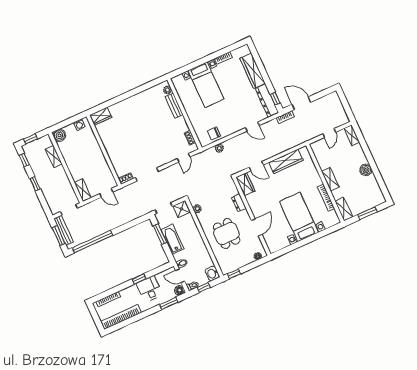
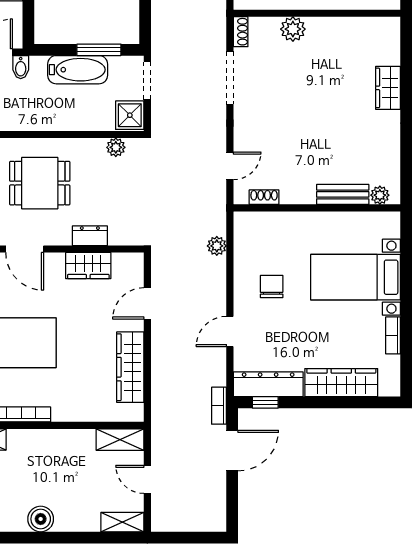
wardrobe: (101, 116) -> (388, 88), moved
chair: (214, 134) -> (272, 286), moved
plant: (115, 157) -> (293, 29), added
door: (183, 158) -> (230, 166), swing flipped
shelving: (330, 179) -> (120, 440), moved
wardrobe: (245, 184) -> (88, 266), moved

